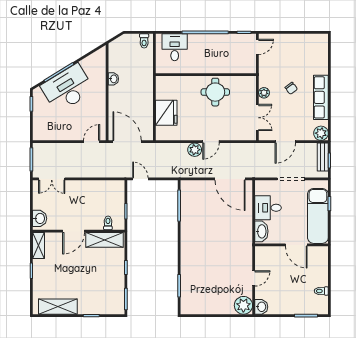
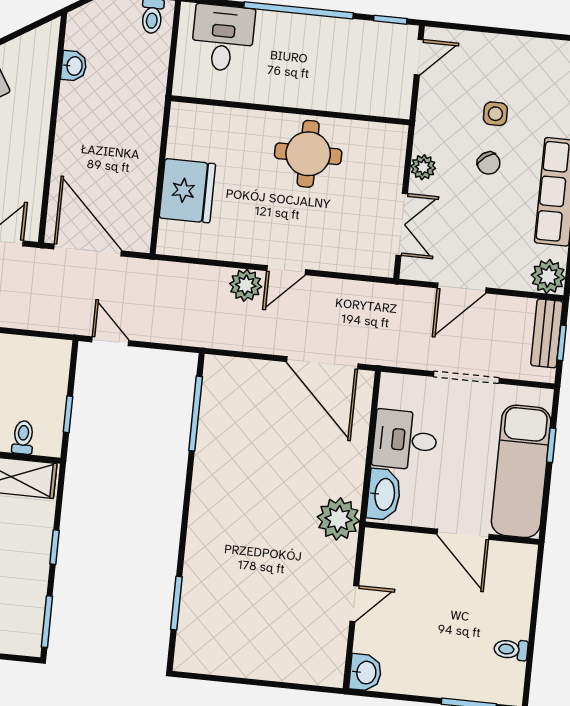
side table: (292, 67) -> (495, 114), added
washbasin: (113, 79) -> (74, 66), moved
plant: (243, 305) -> (338, 519), moved

